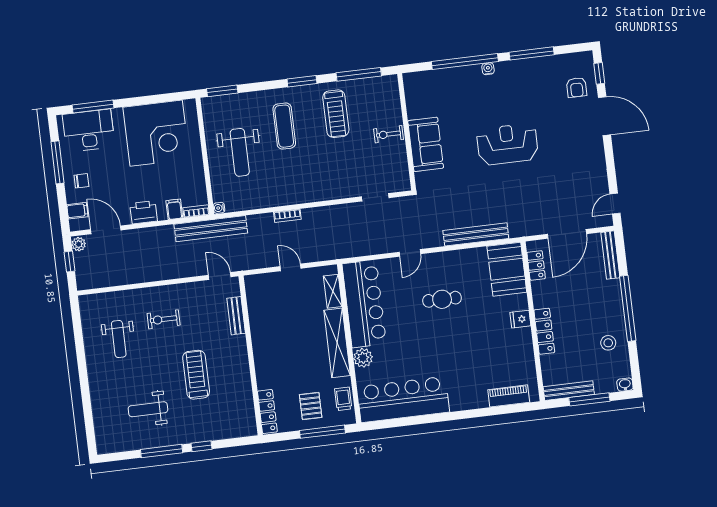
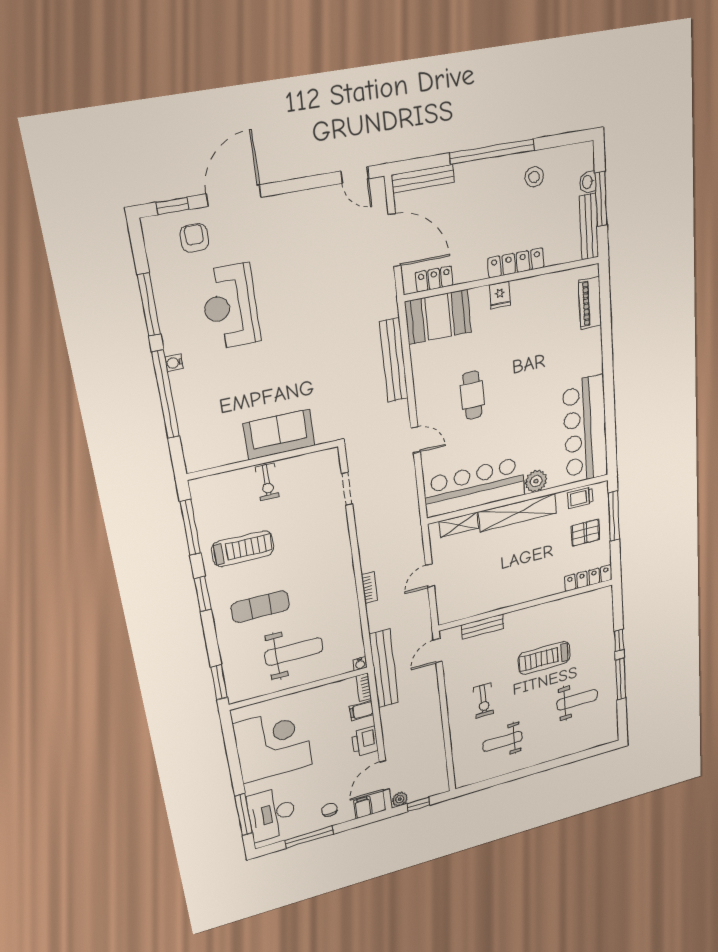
armchair: (577, 87) -> (194, 238), turned -90
reception desk: (507, 144) -> (230, 307), moved
weight bench: (119, 339) -> (502, 741), turned 180
washbasin: (625, 385) -> (588, 182), moved
weight bench: (148, 409) -> (577, 700), turned -90

